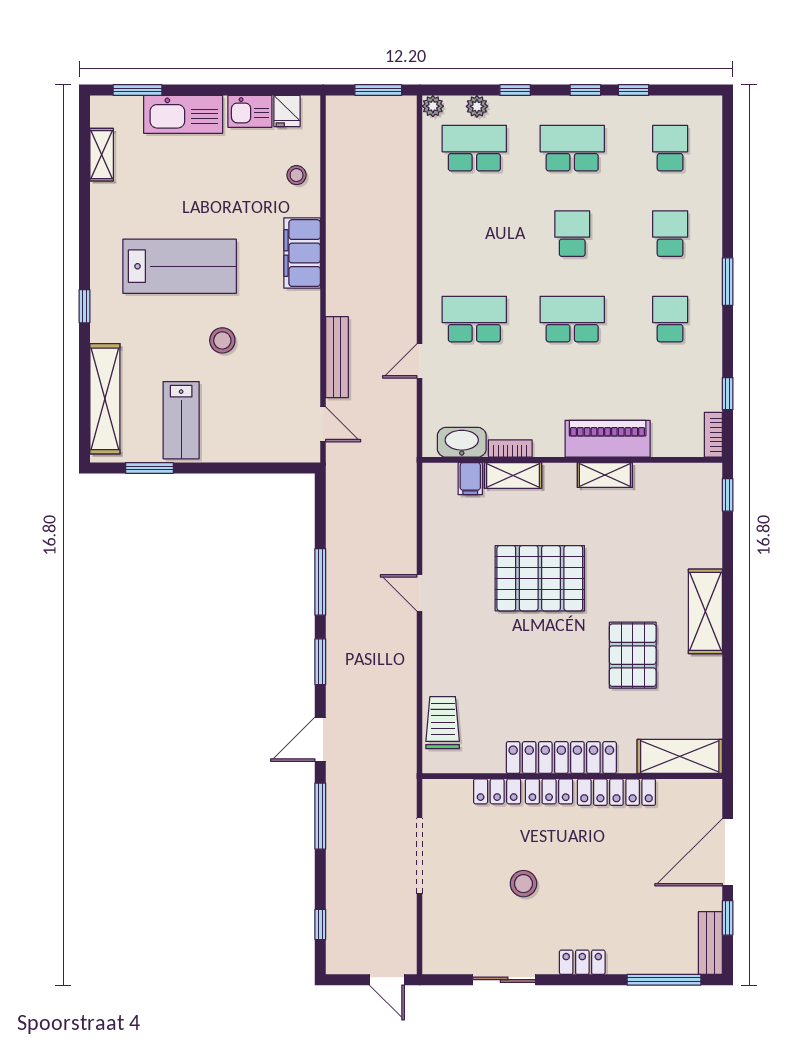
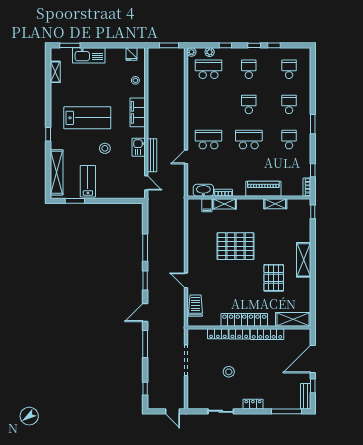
kitchen sink: (250, 111) -> (139, 147), moved, turned 90
school desk: (572, 148) -> (249, 69), width x0.54
lab bench: (181, 420) -> (88, 181), turned 180
shelving: (605, 475) -> (275, 204), moved
door: (419, 593) -> (186, 280), moved

